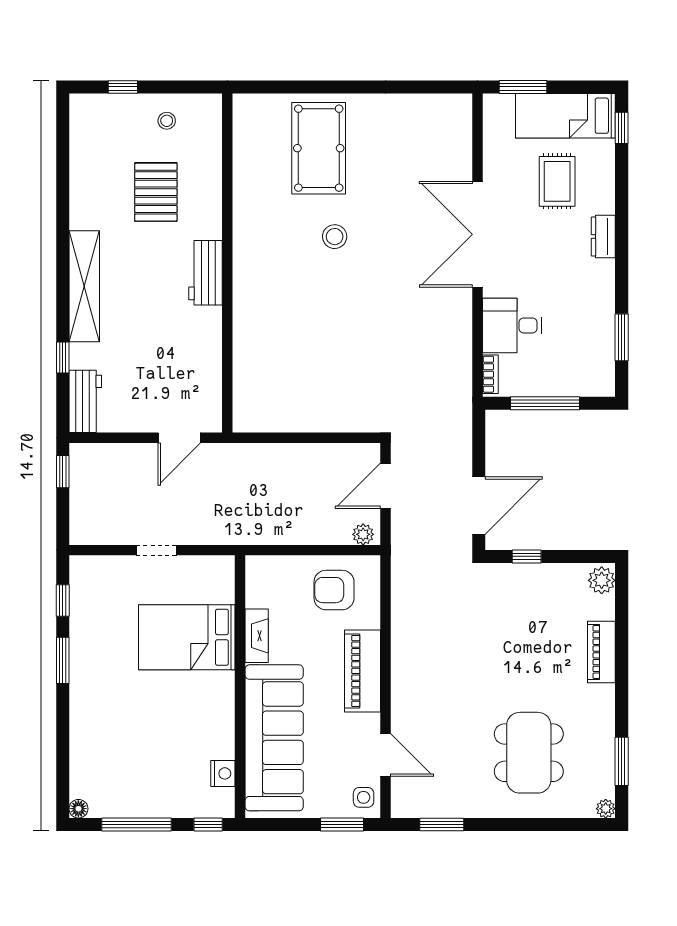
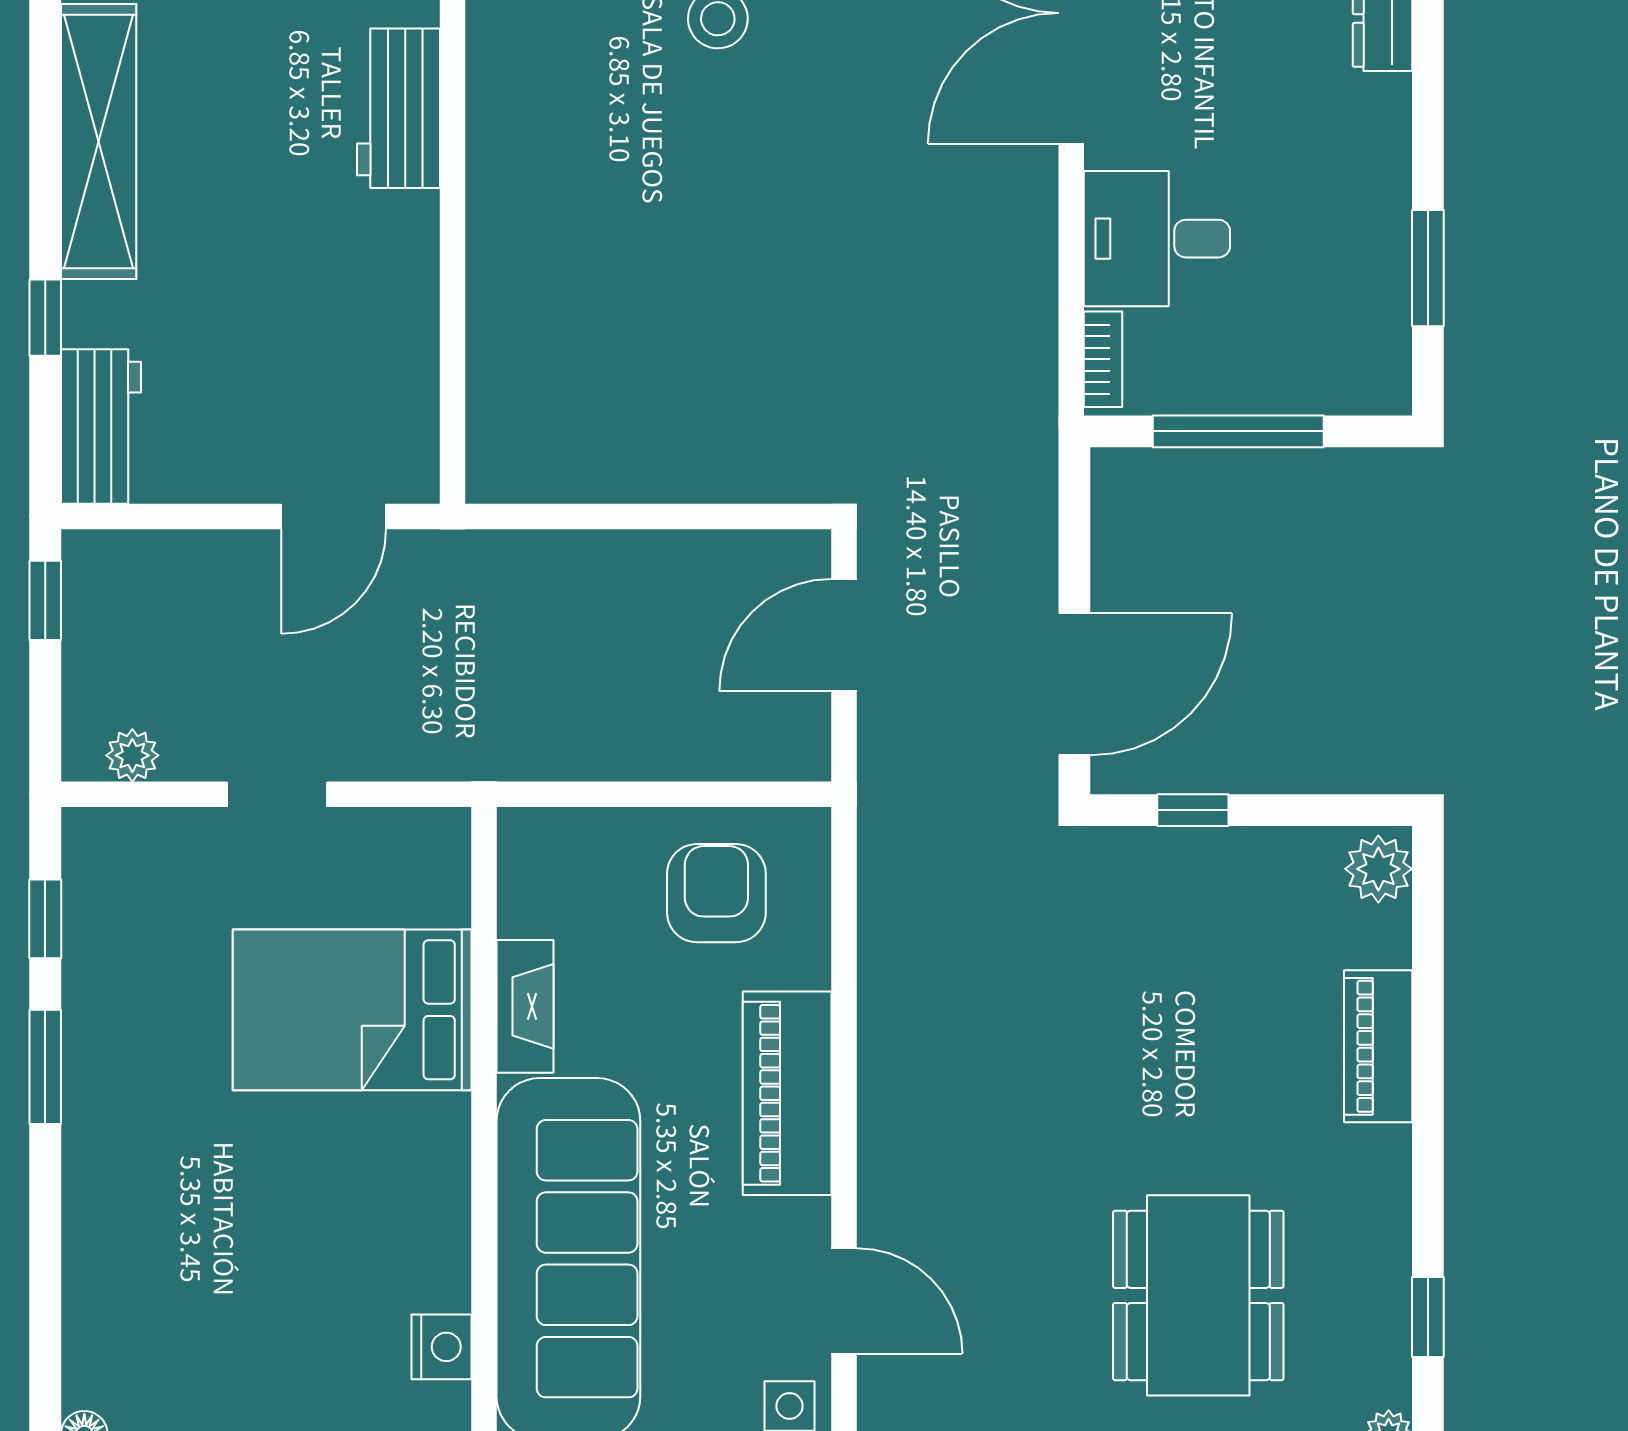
plant: (363, 534) -> (132, 755), moved
armchair: (334, 590) -> (716, 893), turned 90
window: (622, 761) -> (1428, 1317), width x0.67

